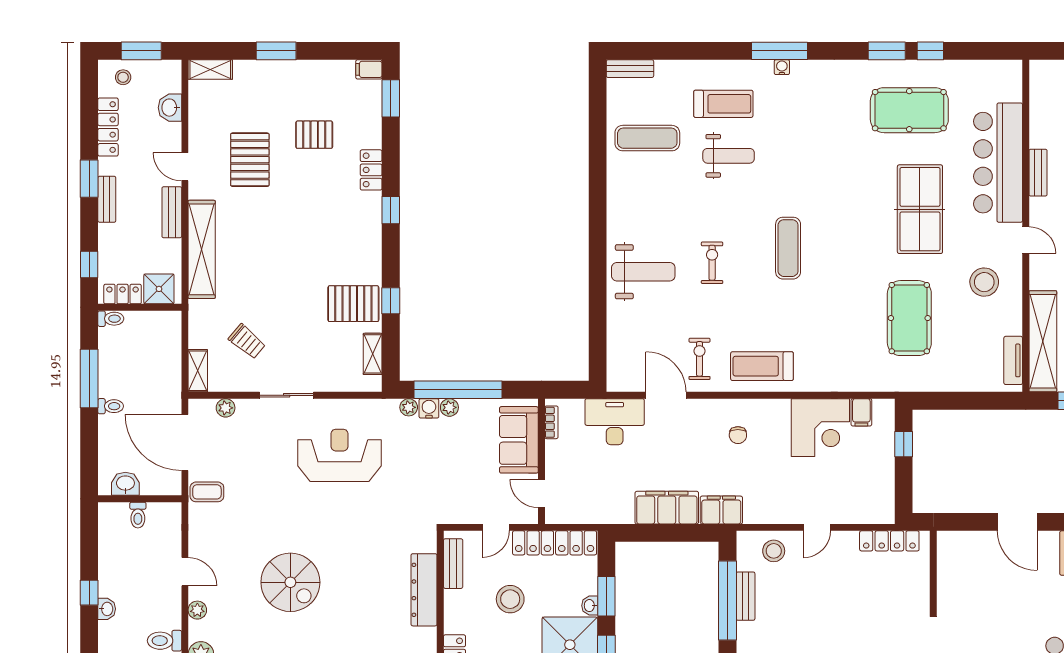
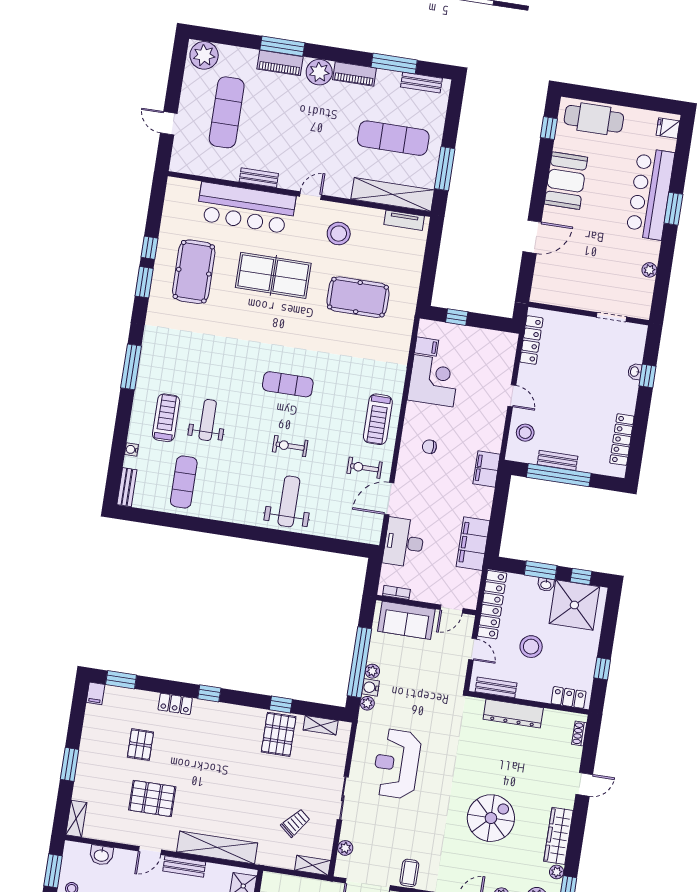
water cooler: (782, 67) -> (131, 450), moved
chair: (738, 435) -> (429, 447), turned 180
filing cabinet: (667, 508) -> (473, 544), moved

